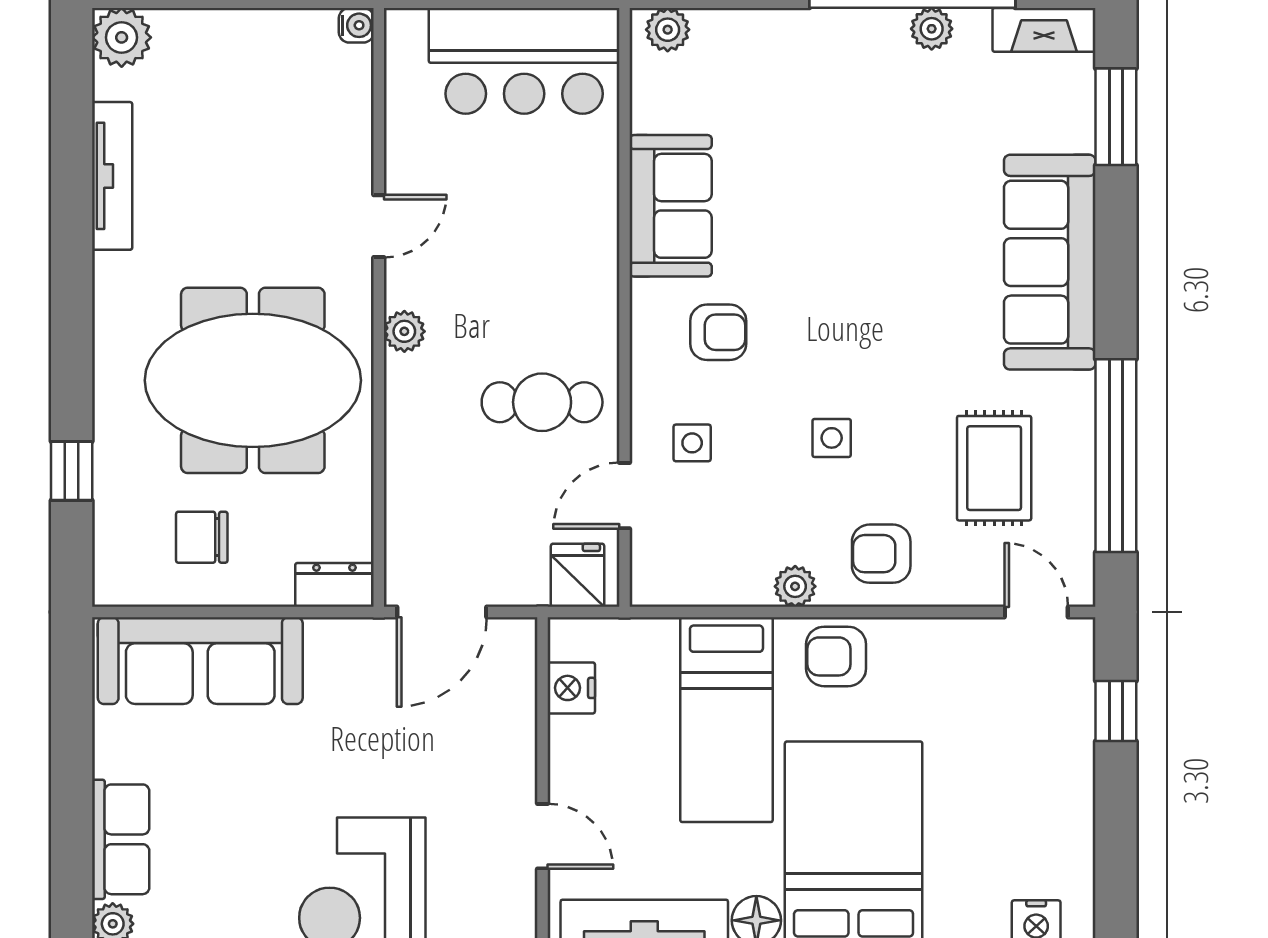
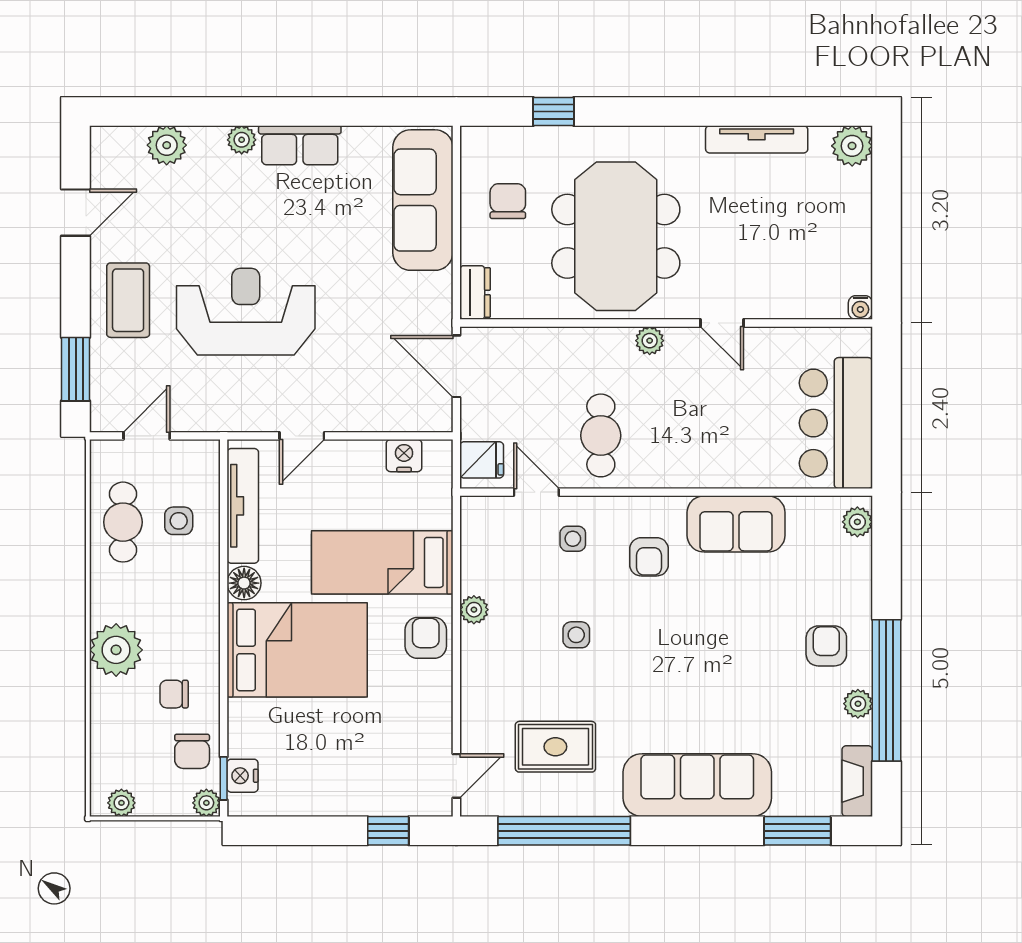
armchair: (881, 554) -> (826, 646), moved

